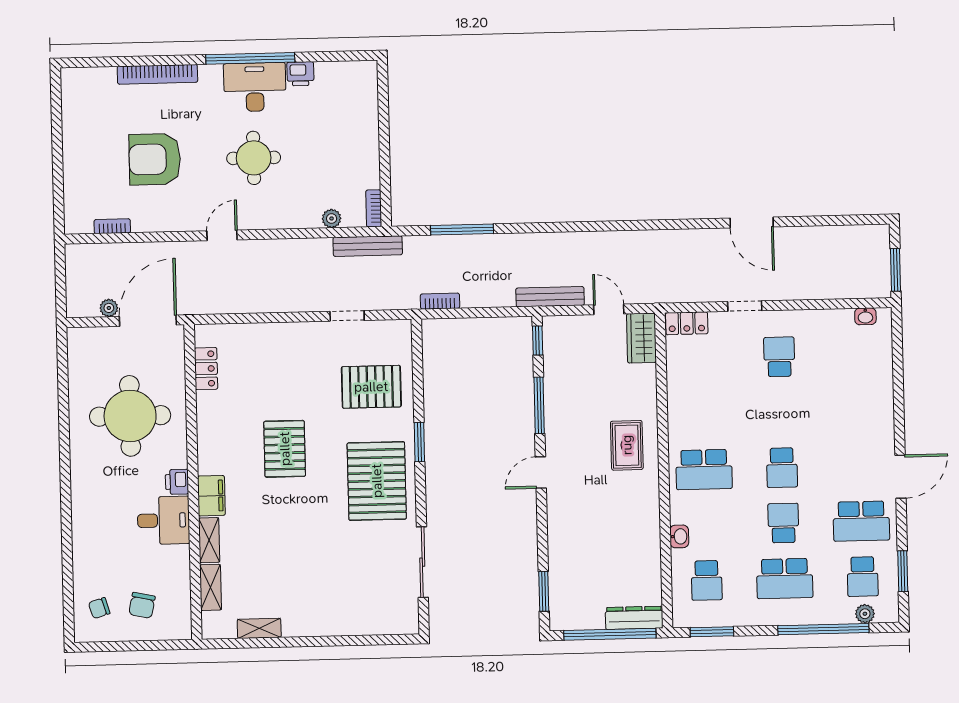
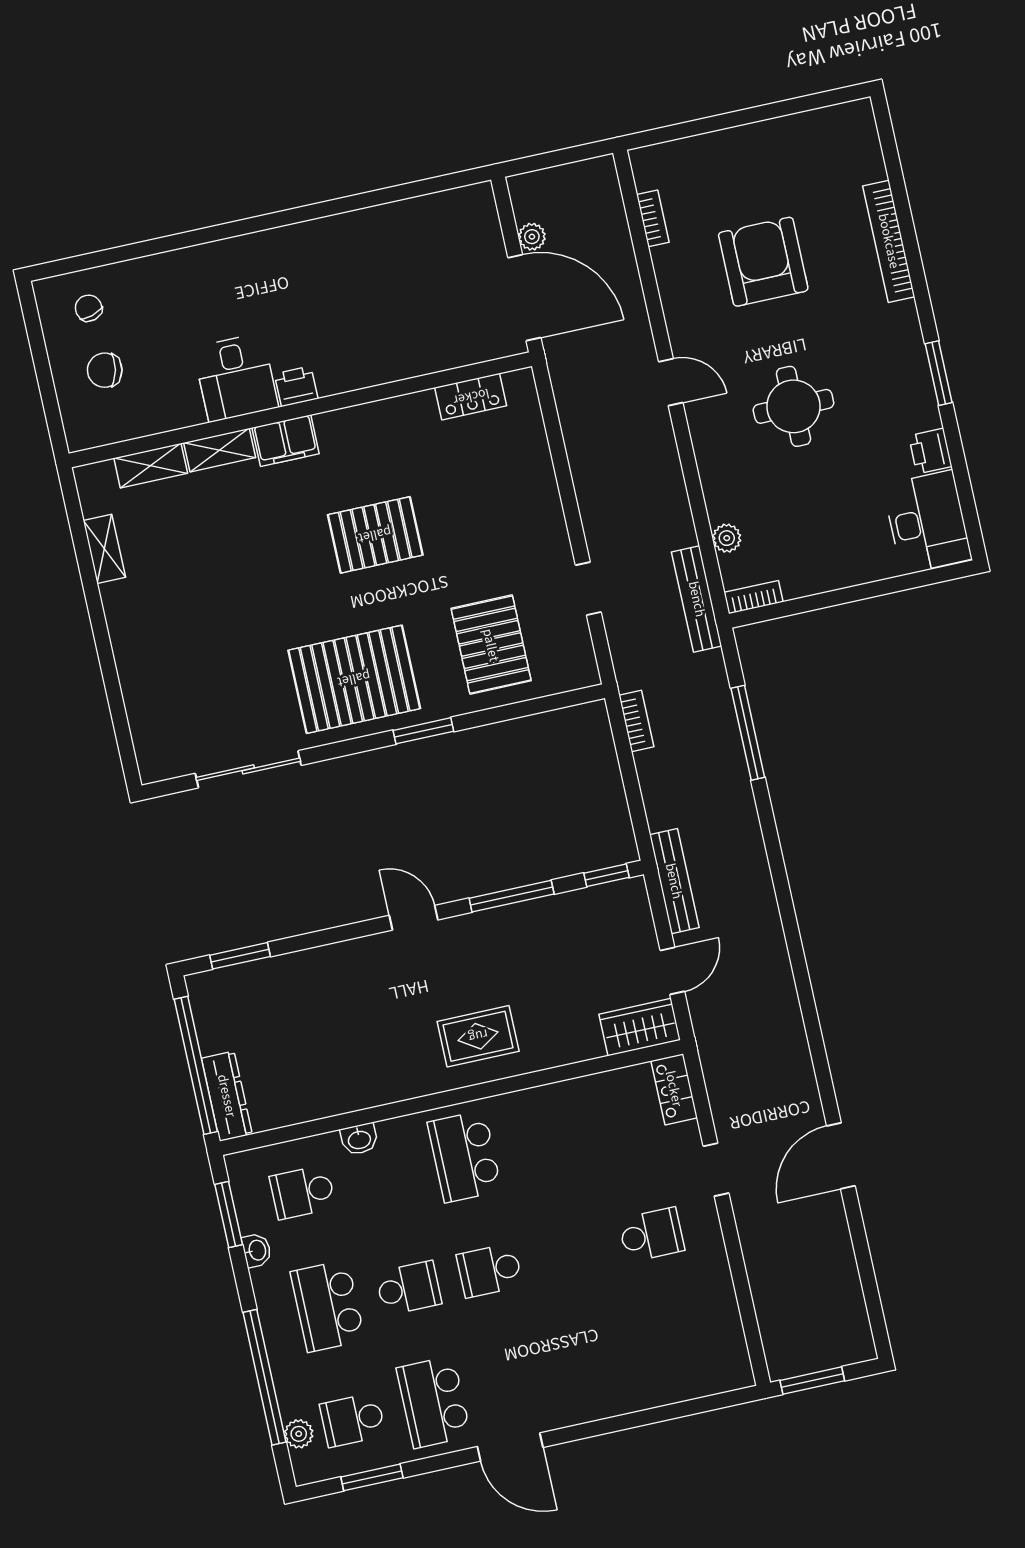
window: (250, 58) -> (939, 373), width x0.47
desk: (255, 87) -> (927, 522), moved
washbasin: (865, 316) -> (257, 1250), moved, turned 180
round table: (130, 416) -> (379, 299), removed

